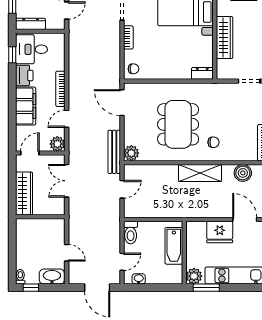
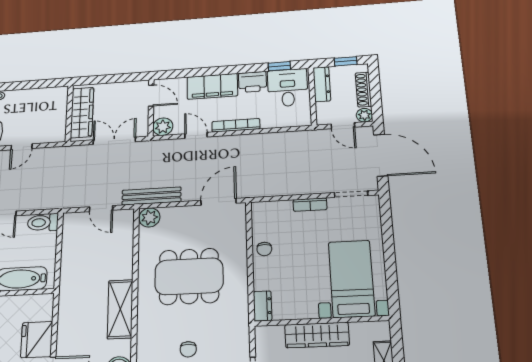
chair: (133, 69) -> (264, 249), moved
chair: (213, 142) -> (188, 349), moved
wardrobe: (24, 193) -> (82, 113), moved, turned -90

